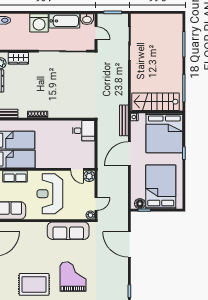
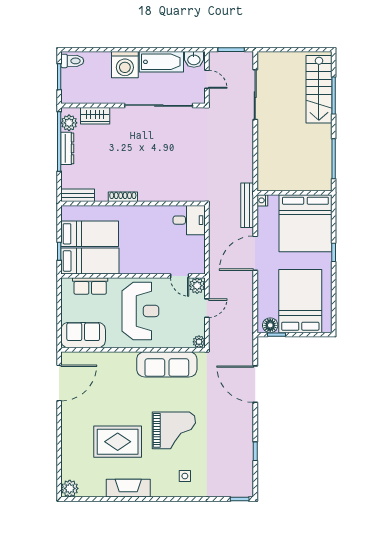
stairs: (156, 102) -> (319, 89), moved, turned -90
reception desk: (50, 194) -> (140, 311), turned 180
door: (96, 204) -> (207, 308), moved
grand piano: (73, 277) -> (174, 430), turned 90

